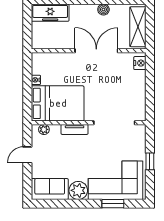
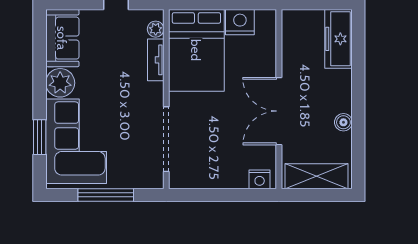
double door: (96, 51) -> (279, 111), swing flipped
nightstand: (36, 80) -> (240, 22), width x1.89, depth x1.79
tv unit: (75, 129) -> (156, 60), moved
window: (150, 161) -> (106, 195), width x2.17

